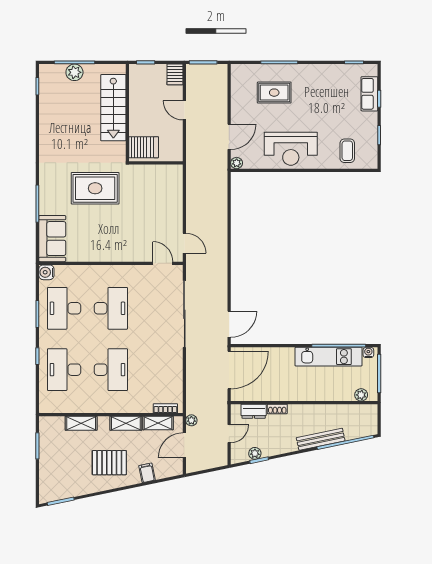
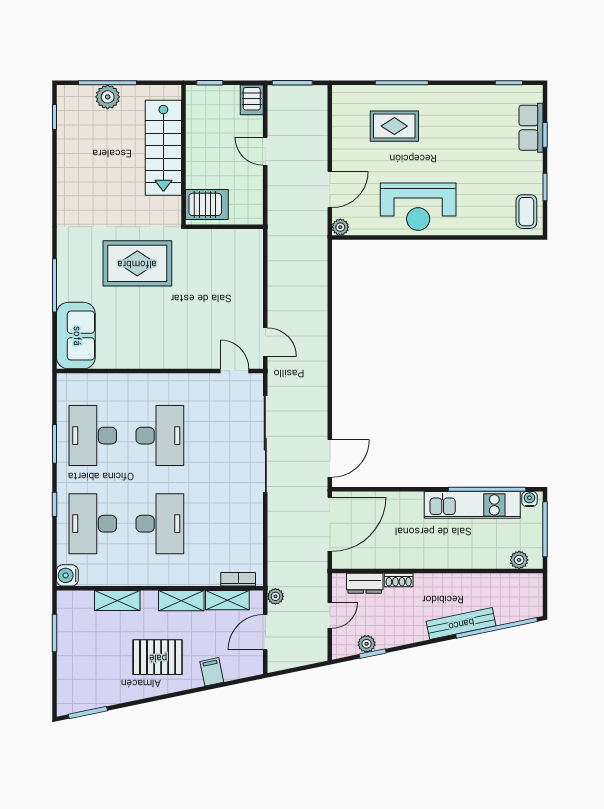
coffee table: (347, 151) -> (526, 212), moved
water cooler: (46, 272) -> (67, 575), moved

